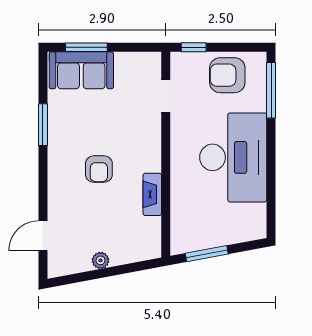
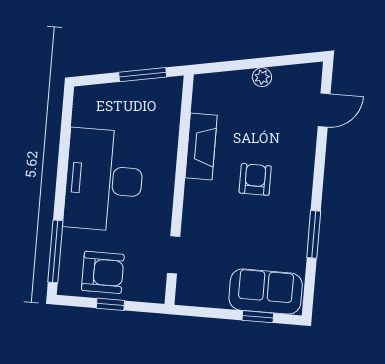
window: (86, 47) -> (258, 317), width x0.67
window: (194, 47) -> (110, 304), moved
fireplace: (152, 194) -> (201, 146), width x1.37, depth x1.32

